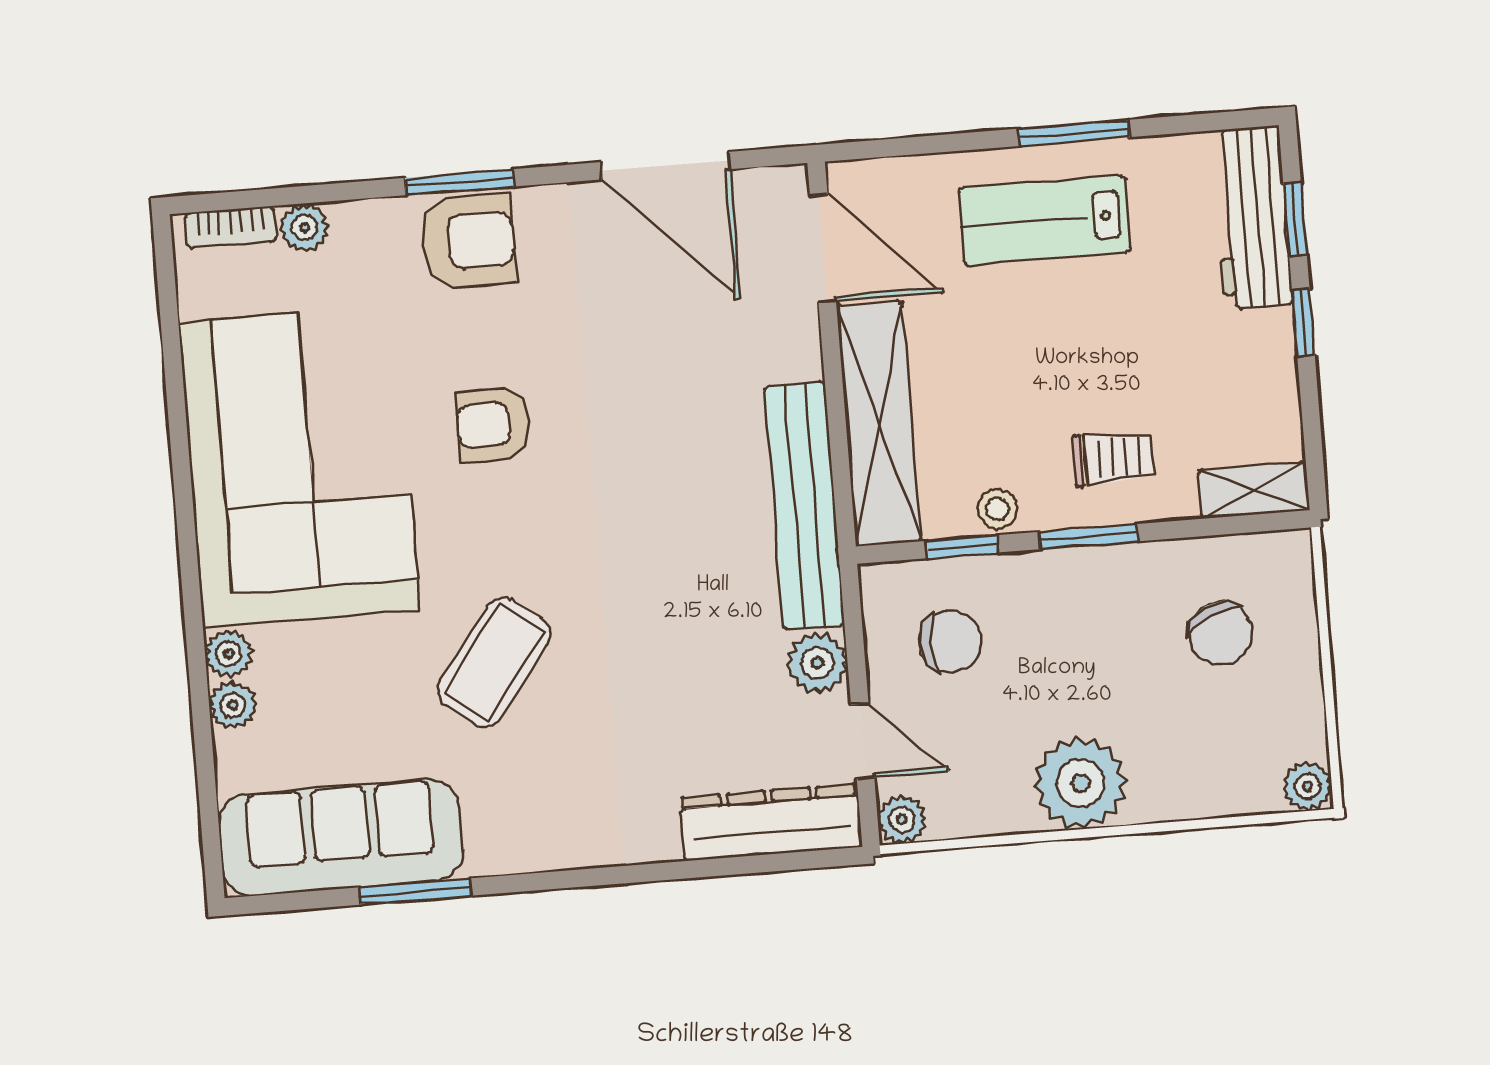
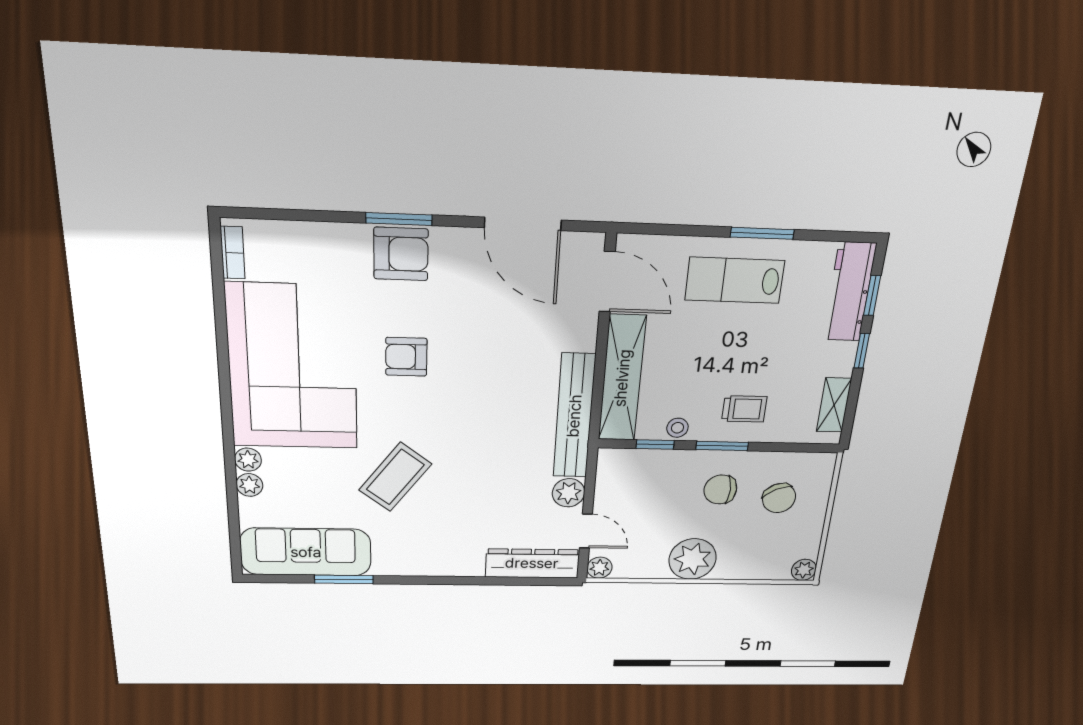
bookcase: (231, 227) -> (233, 253), moved, turned -90
plant: (304, 228) -> (303, 235), removed
shelving: (1254, 490) -> (834, 405), moved, turned 90
chair: (950, 641) -> (720, 489), moved, turned 180

